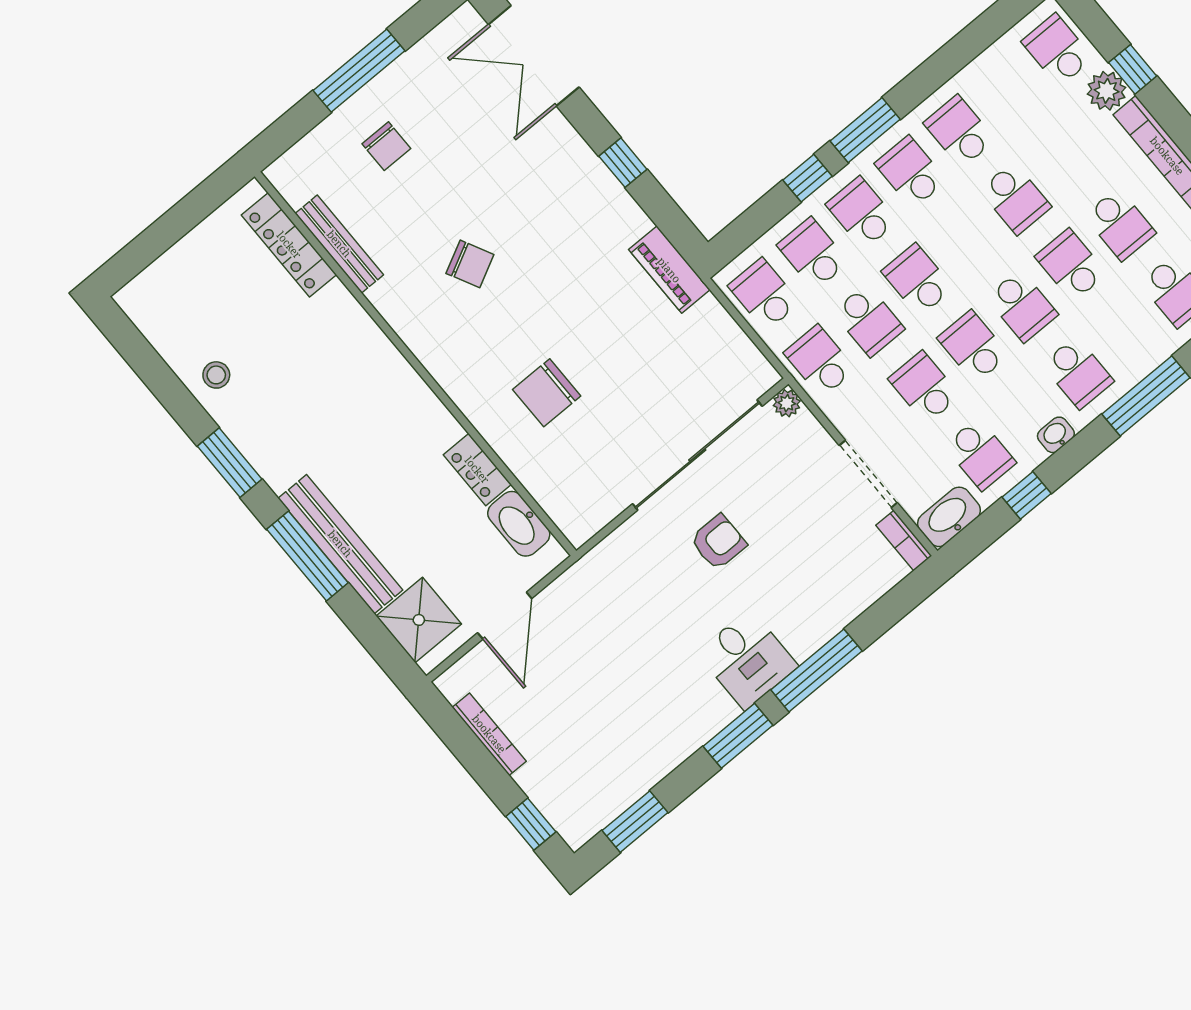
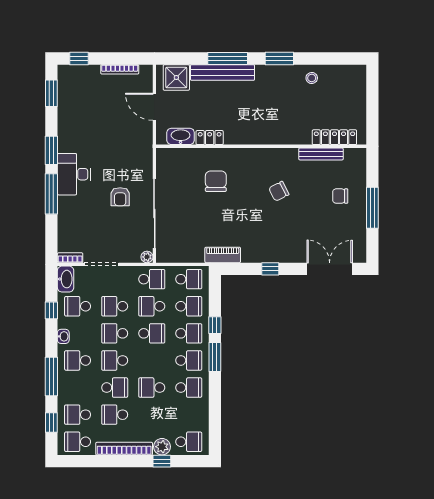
school desk: (973, 347) -> (115, 333), turned 180
school desk: (924, 387) -> (115, 306), turned 180
desk: (747, 659) -> (74, 174), width x1.37

